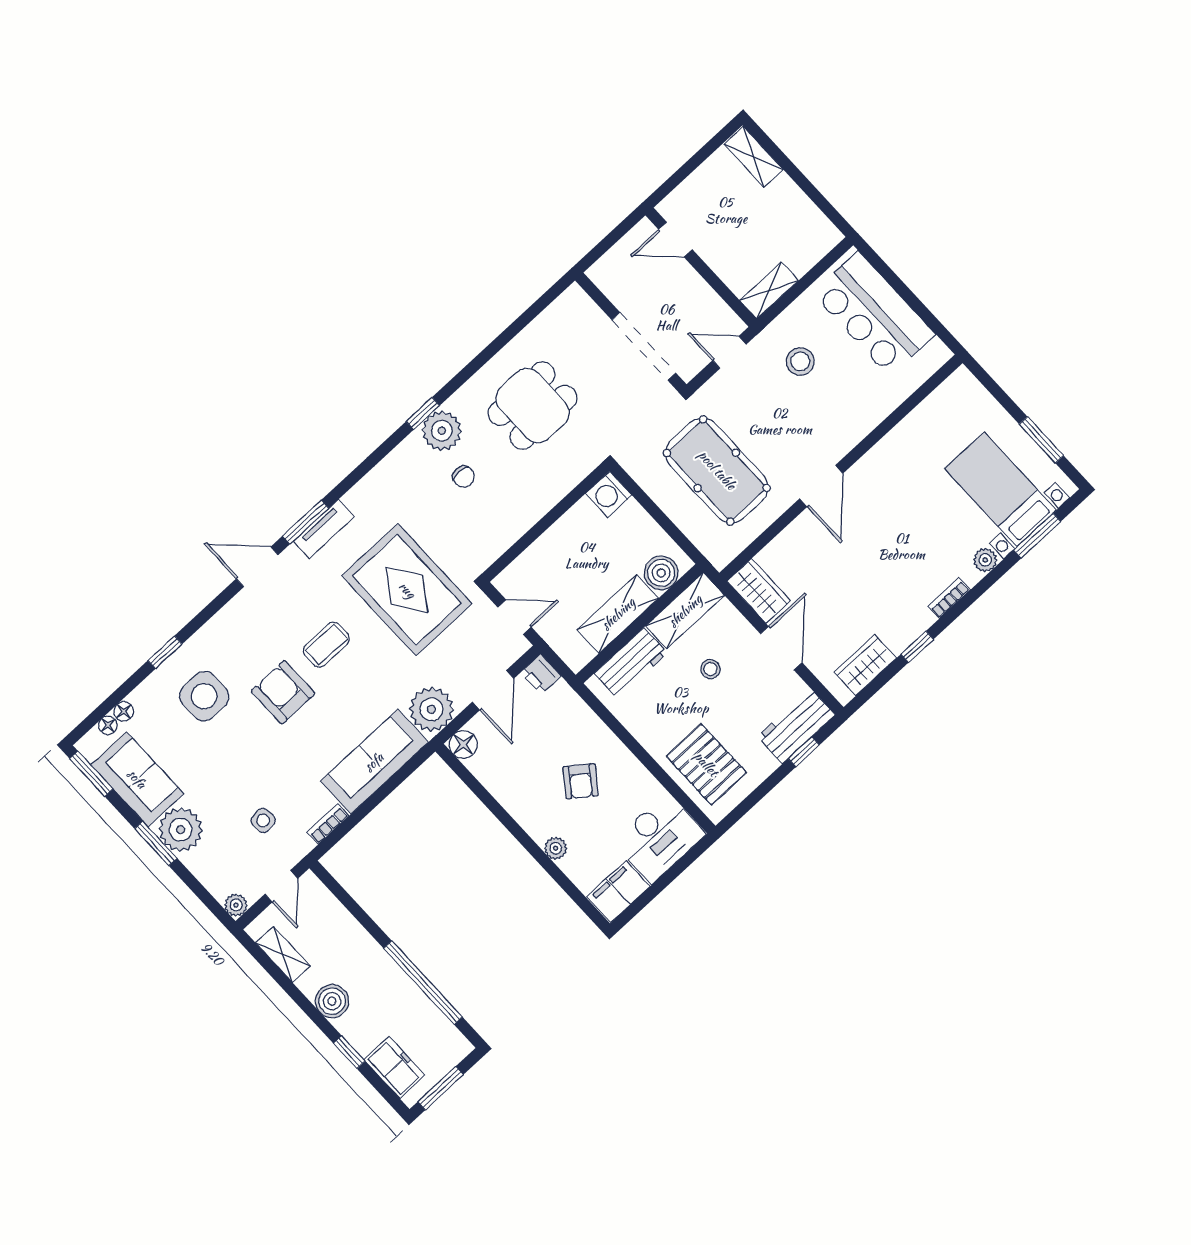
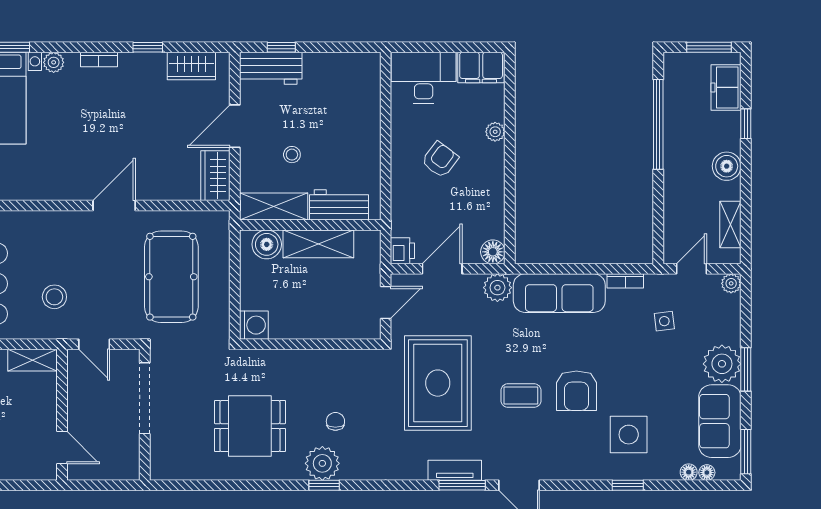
door: (515, 617) -> (386, 302), swing flipped
plant: (431, 709) -> (497, 288), width x0.73, depth x0.73
pallet: (706, 764) -> (350, 97), removed

